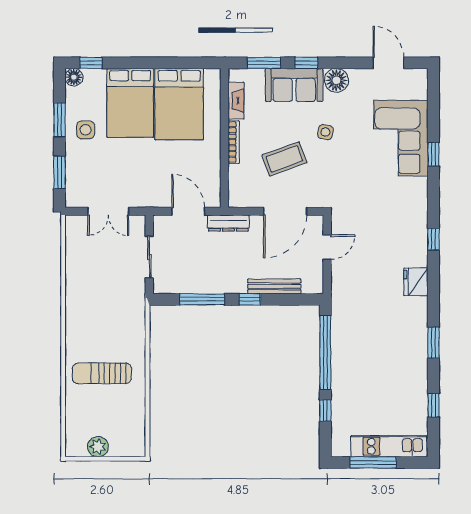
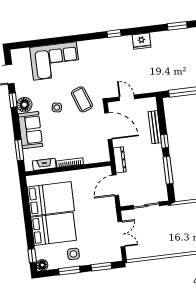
window: (306, 63) -> (13, 100), moved
window: (433, 154) -> (62, 40), removed
coffee table: (284, 159) -> (82, 99), moved

